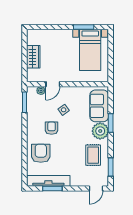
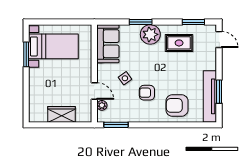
sofa: (99, 106) -> (108, 44), moved, turned -90

